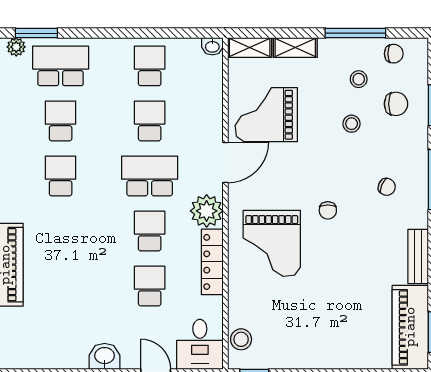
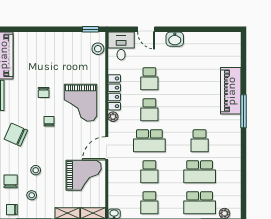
chair: (396, 104) -> (11, 181), turned 90
school desk: (61, 121) -> (200, 172), width x1.85
chair: (387, 187) -> (16, 135), width x1.87, depth x1.87
plant: (207, 211) -> (113, 117), width x0.53, depth x0.53
grand piano: (272, 243) -> (81, 103), turned 180
chair: (337, 262) -> (44, 92), added

